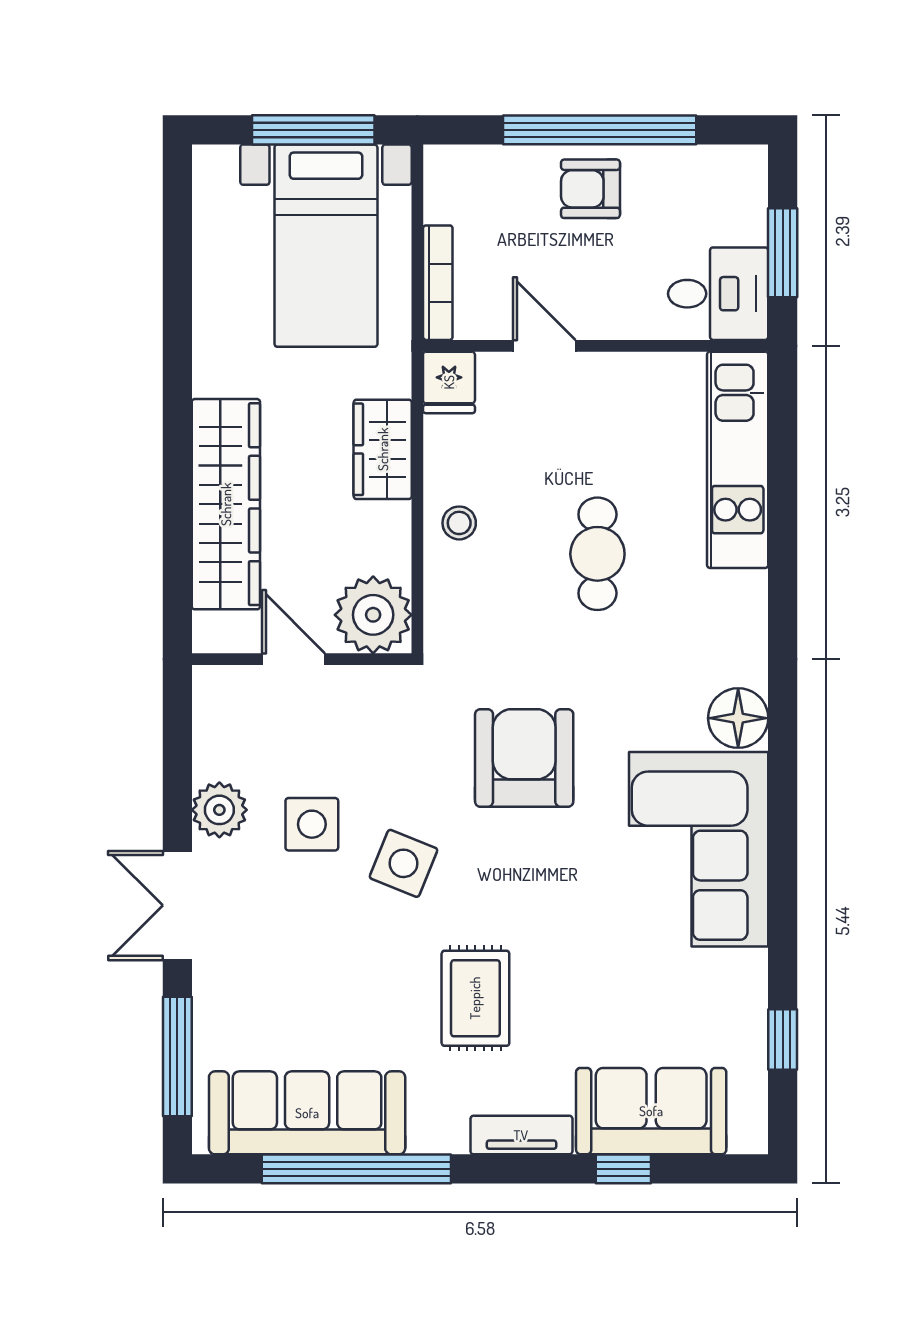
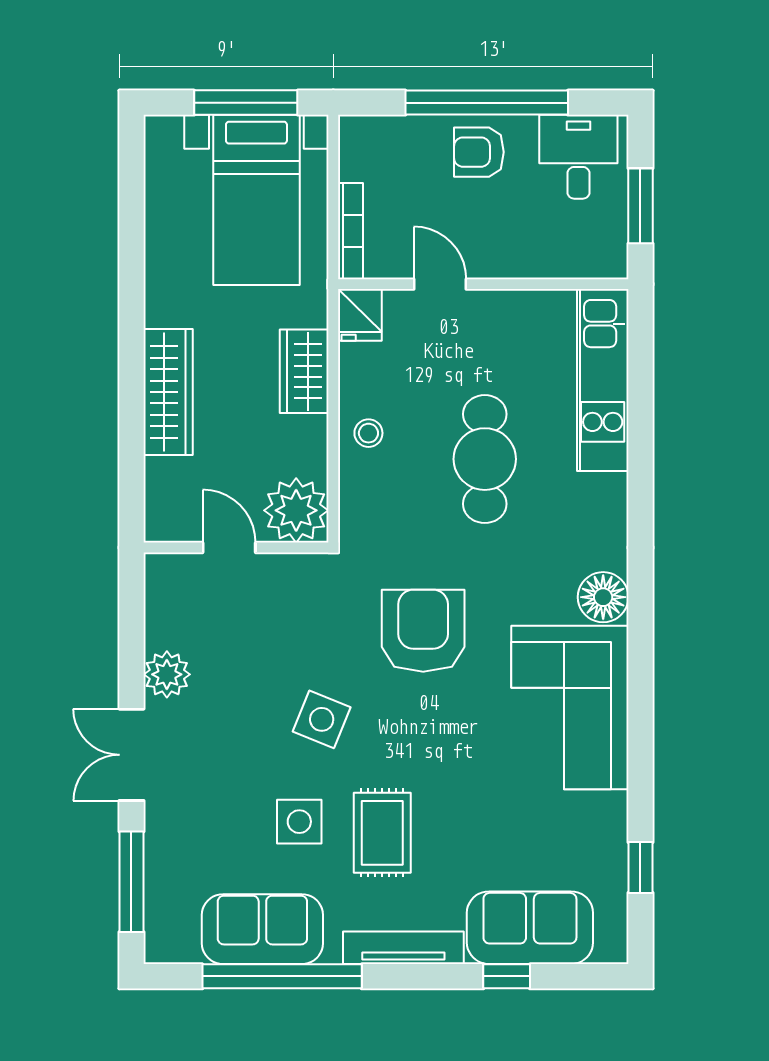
desk: (718, 294) -> (578, 157), moved, turned -90
wardrobe: (226, 504) -> (168, 392), width x0.71, depth x0.85
cafe table: (597, 554) -> (485, 459), width x1.37, depth x1.35
side table: (312, 824) -> (299, 822), moved
sofa: (307, 1113) -> (262, 929), width x0.73
tv unit: (521, 1135) -> (403, 948), width x1.41

